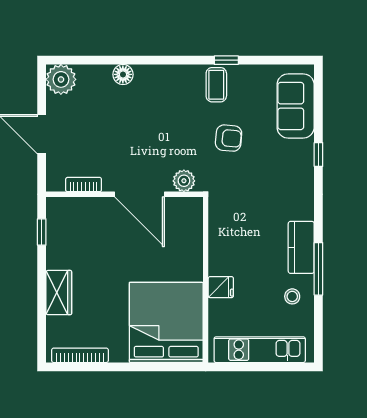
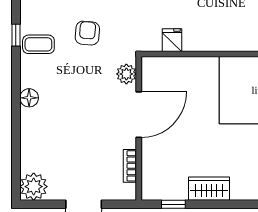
floor lamp: (123, 74) -> (29, 98), moved
fridge: (221, 287) -> (172, 40), moved
wardrobe: (59, 293) -> (209, 189), moved

